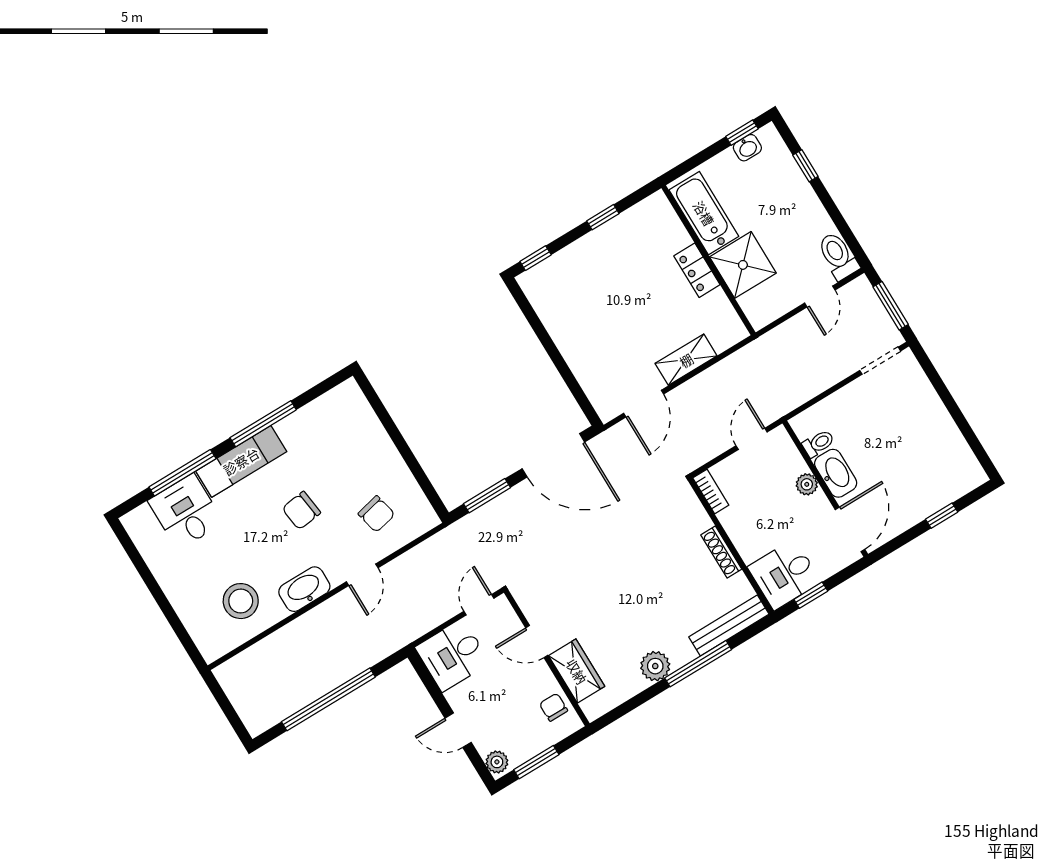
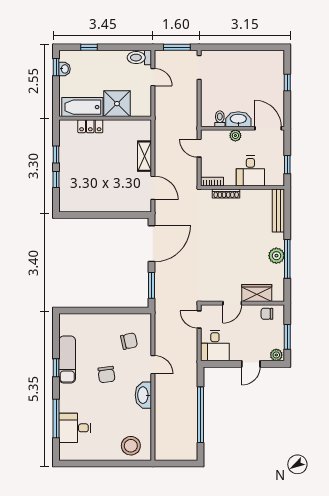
window: (536, 258) -> (56, 179), moved
locker: (697, 270) -> (90, 126), moved
window: (263, 424) -> (56, 368), width x0.46
exam couch: (241, 461) -> (67, 360), moved
shoe rack: (721, 552) -> (226, 194), moved
desk: (784, 574) -> (250, 171), moved
stool: (241, 601) -> (131, 446), moved
window: (698, 664) -> (287, 259), moved

